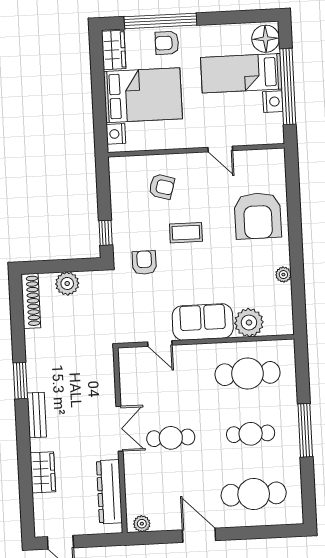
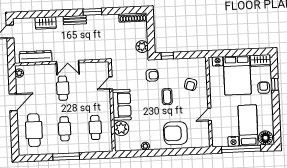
window: (160, 21) -> (275, 84), width x0.32
plant: (67, 284) -> (142, 47), moved
cafe table: (248, 374) -> (95, 127), width x0.73, depth x0.74

